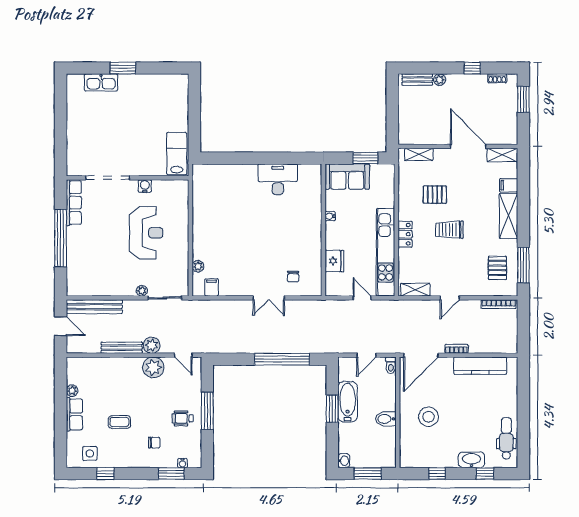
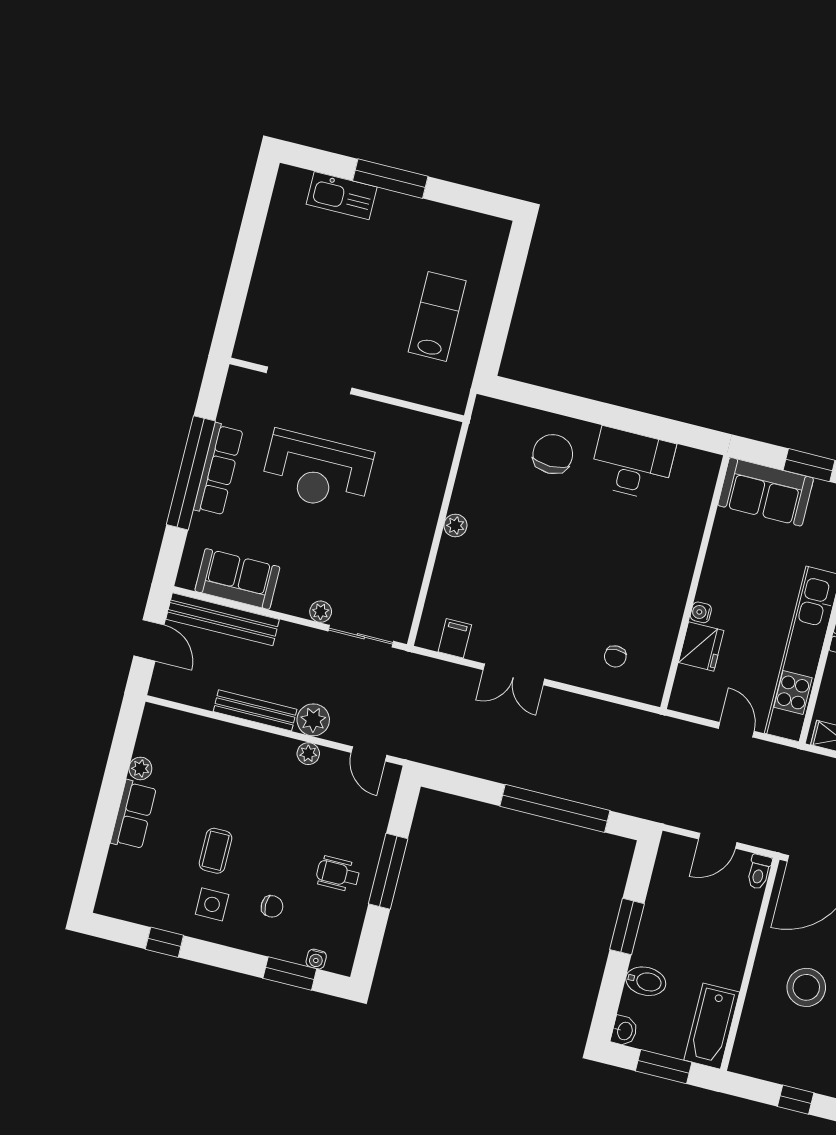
window: (123, 68) -> (390, 179), width x1.44
lab bench: (177, 154) -> (437, 316), moved
chair: (237, 184) -> (553, 454), added
water cooler: (145, 186) -> (376, 414), removed
row of seats: (74, 203) -> (218, 469), moved
water cooler: (330, 216) -> (701, 612), moved
reception desk: (146, 233) -> (317, 471), moved, turned 90
plant: (198, 266) -> (455, 525), moved
sofa: (97, 285) -> (237, 579), added
double door: (269, 298) -> (514, 674), moved
plant: (153, 367) -> (308, 754), width x0.53, depth x0.53
bathtub: (348, 402) -> (712, 1026), moved, turned 180
bidet: (386, 419) -> (646, 981), moved, turned 180
coffee table: (119, 422) -> (216, 851), turned 90
side table: (90, 453) -> (212, 904), moved

